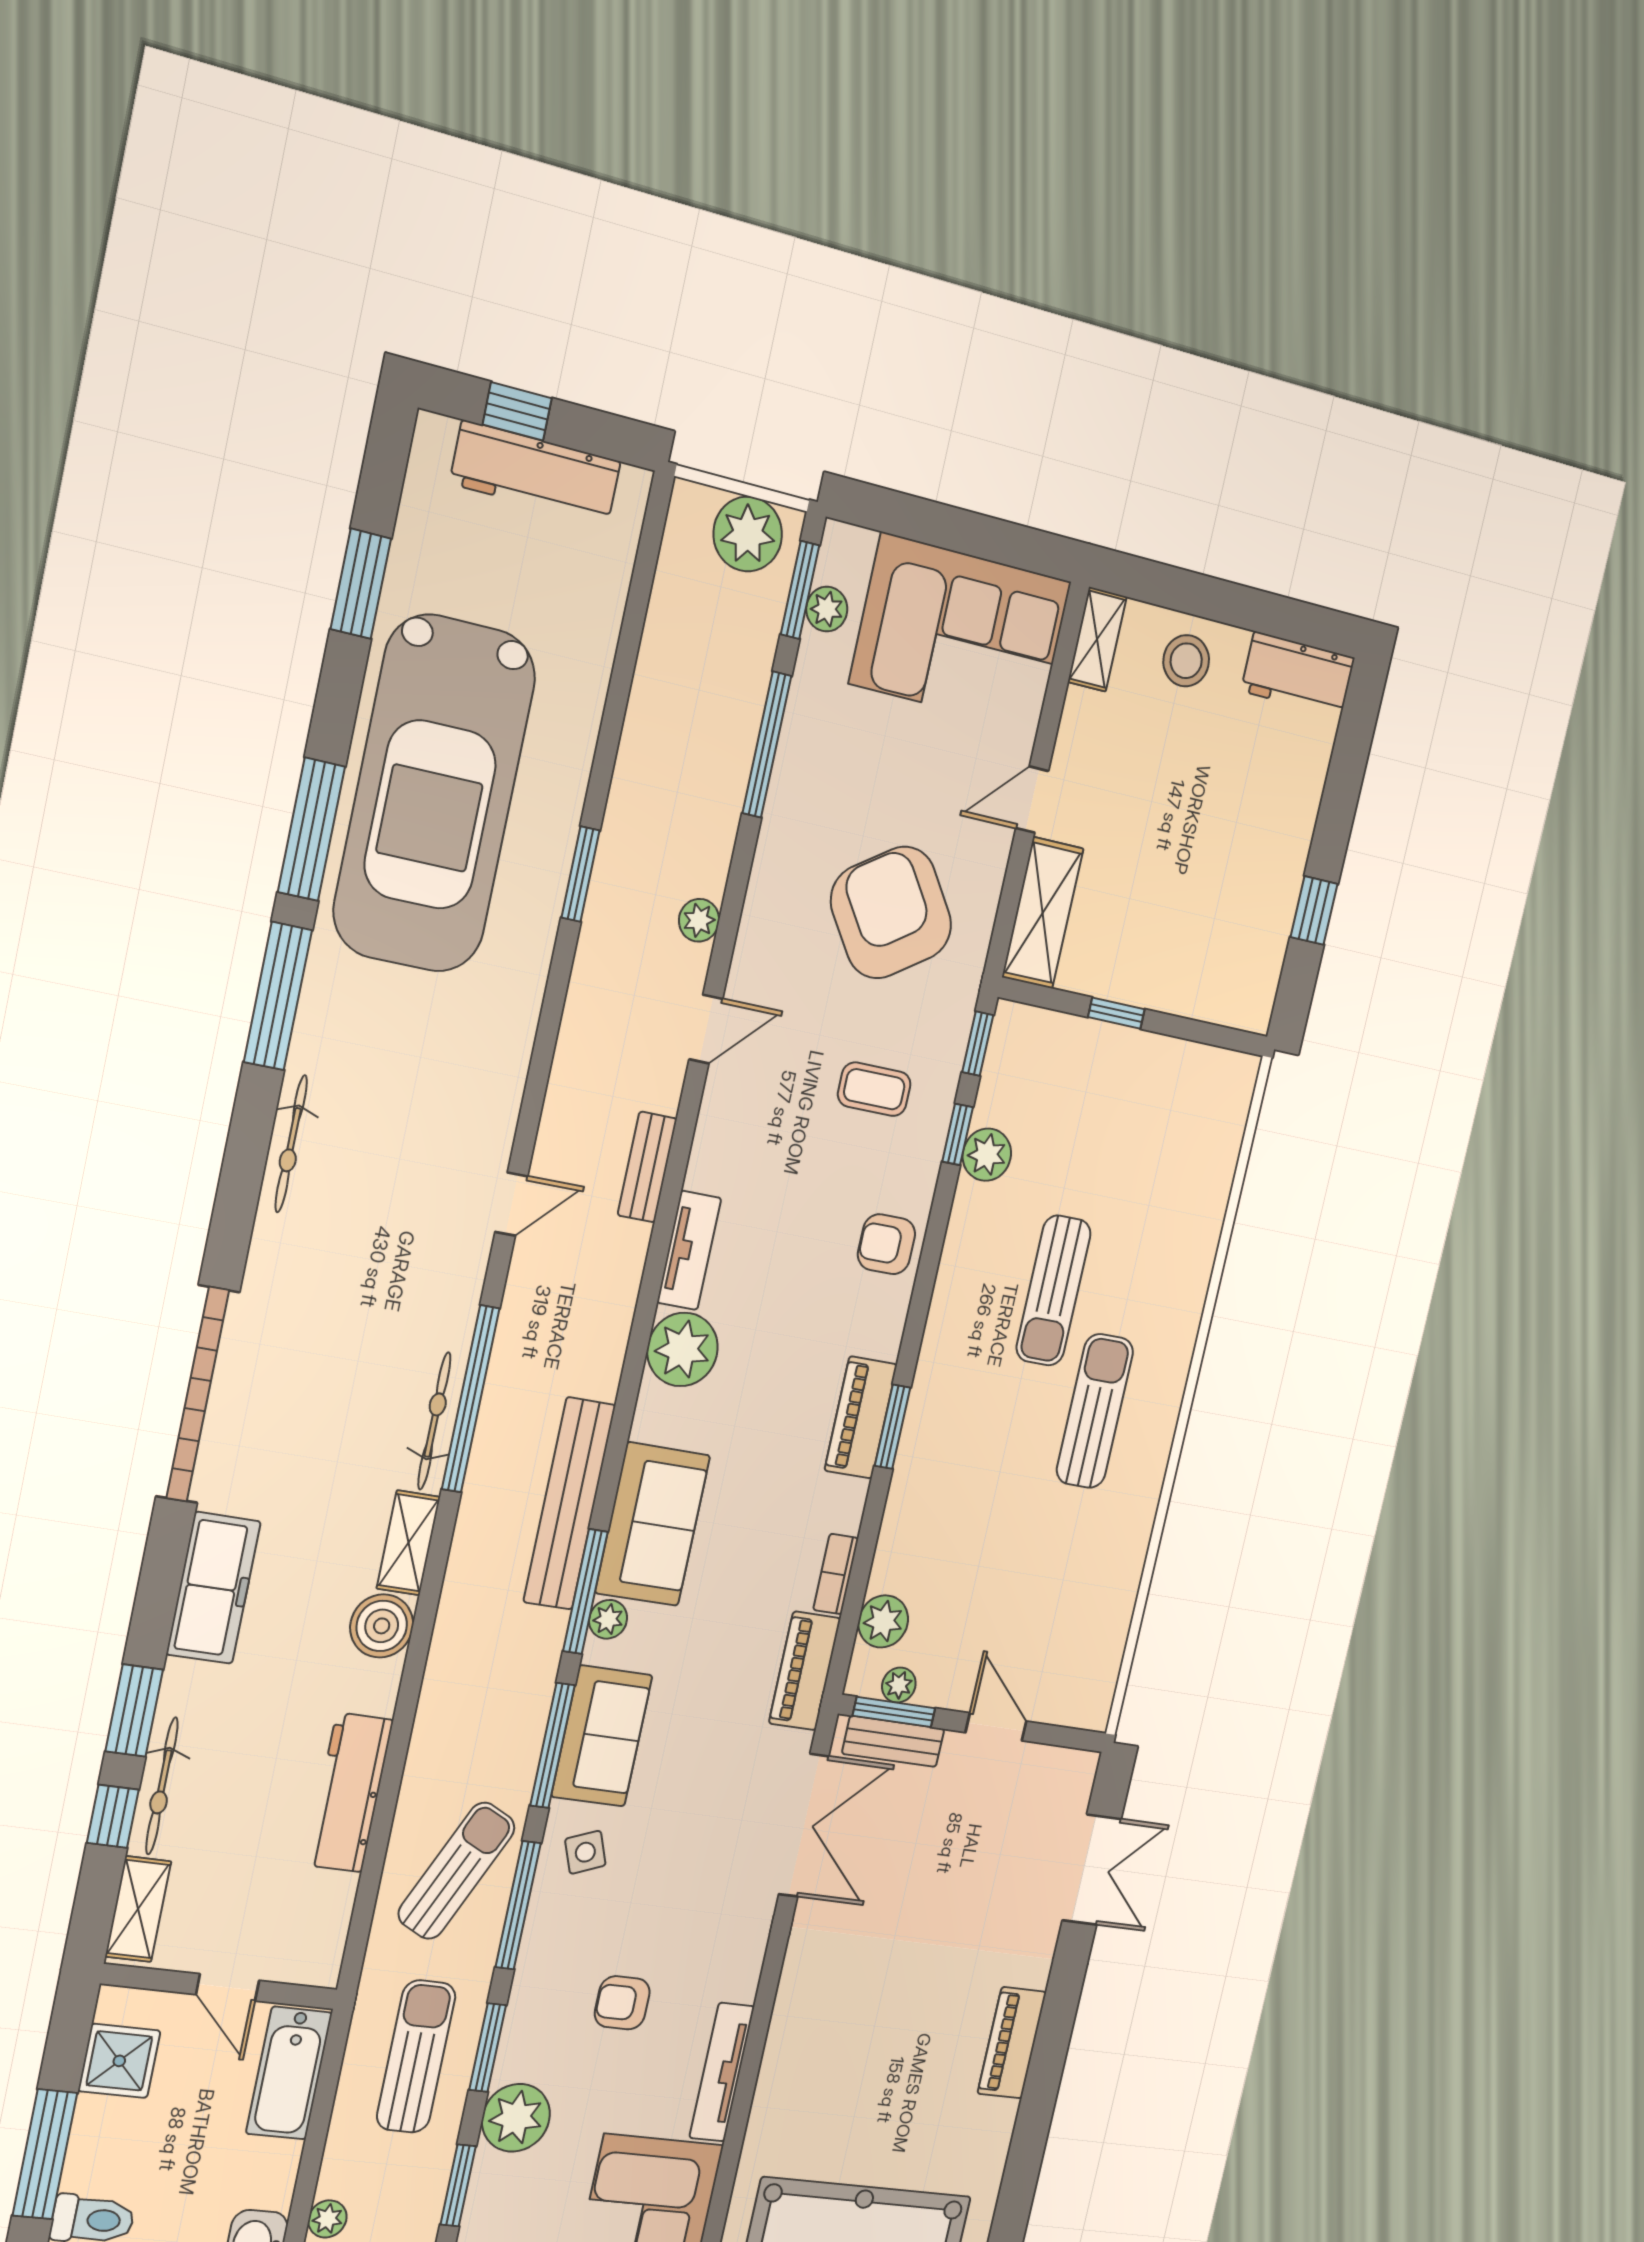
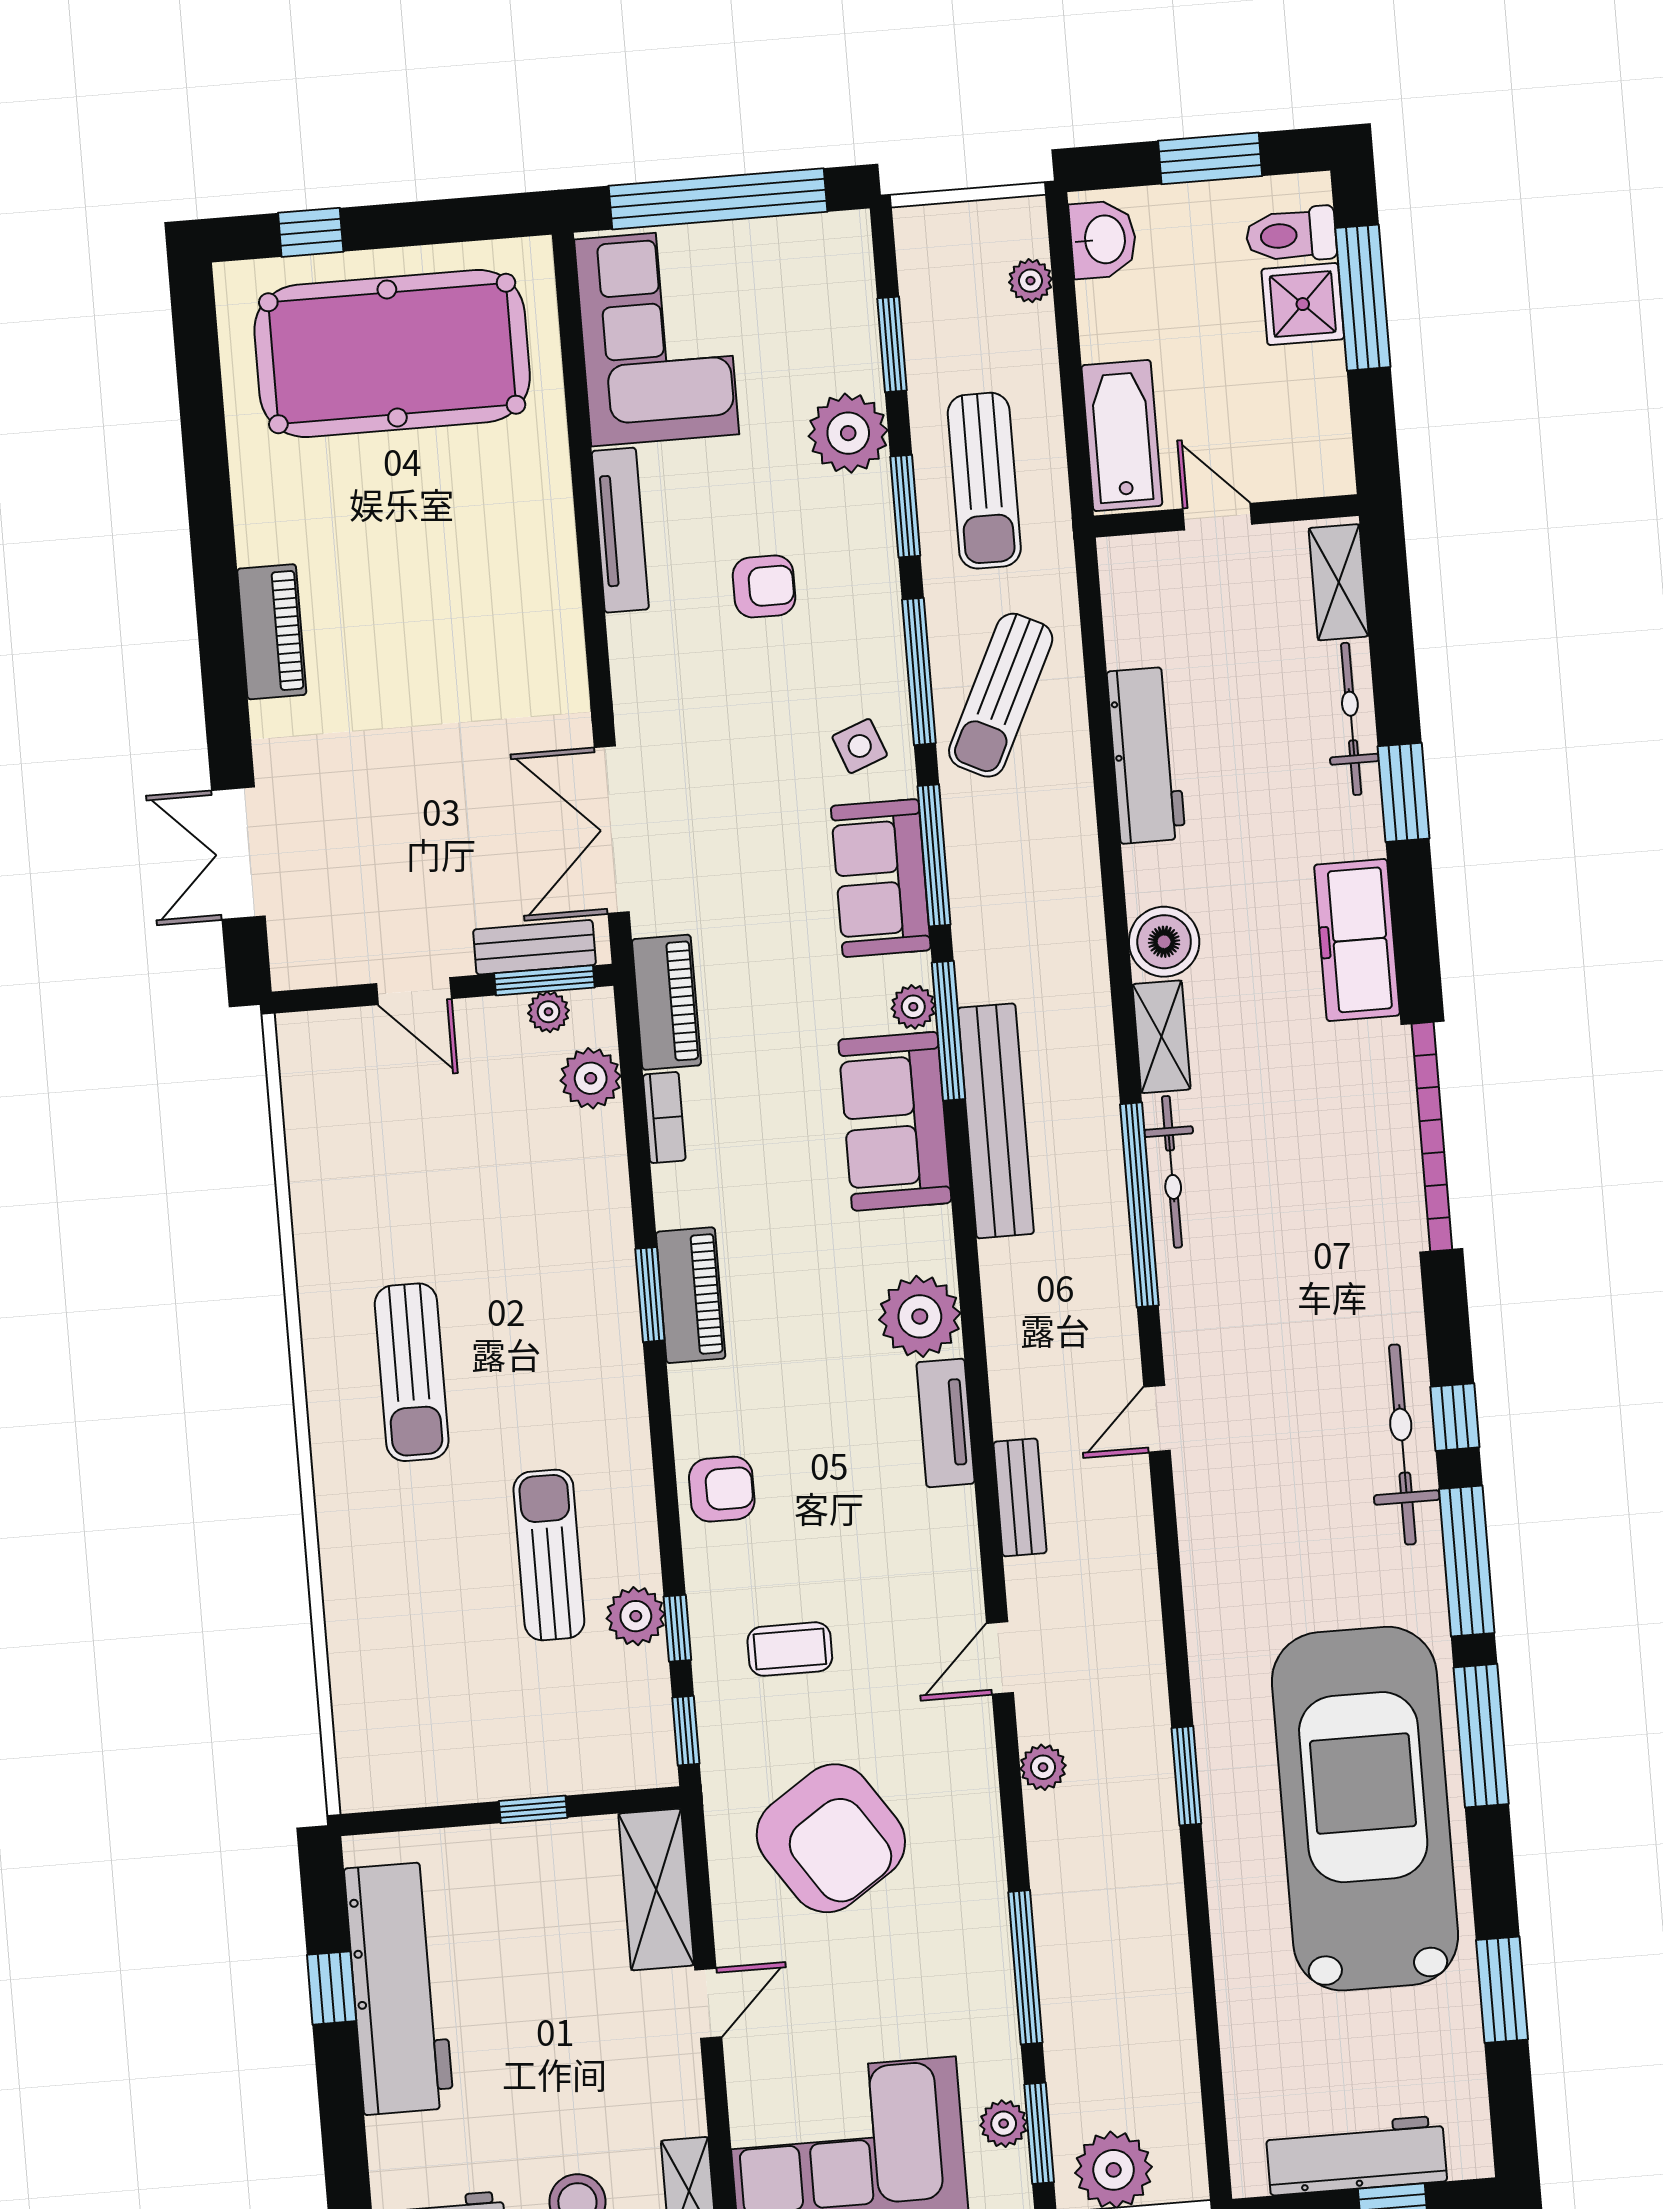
workbench: (1264, 893) -> (399, 1988), added
bicycle: (291, 1144) -> (1402, 1445), width x1.37, depth x1.40
sun lounger: (1053, 1291) -> (549, 1555), moved
window: (113, 1816) -> (1455, 1417), moved
shower: (119, 2061) -> (1303, 304), moved

